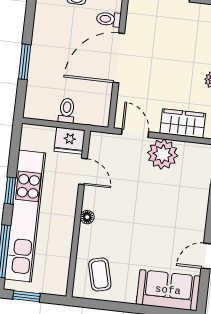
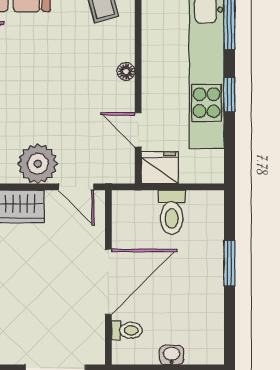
toilet: (67, 111) -> (172, 212), width x1.37, depth x1.39

